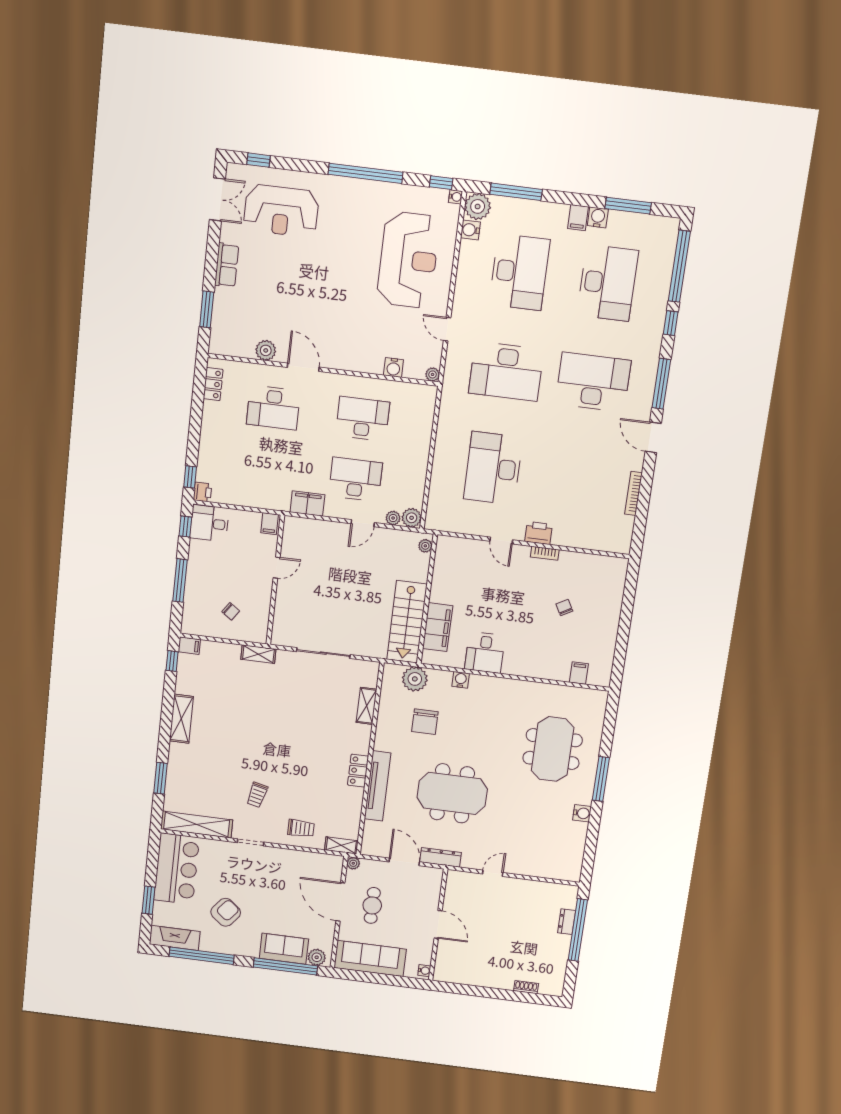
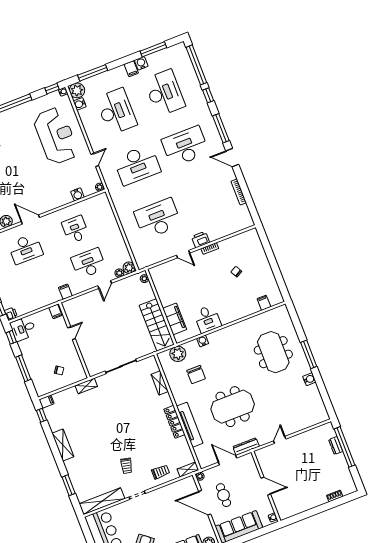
door: (447, 329) -> (95, 160), swing flipped
desk: (363, 419) -> (75, 230), width x0.73
desk: (493, 468) -> (158, 218), turned 90
filing cabinet: (307, 504) -> (65, 292), width x0.50
locker: (358, 771) -> (174, 422), width x1.53

